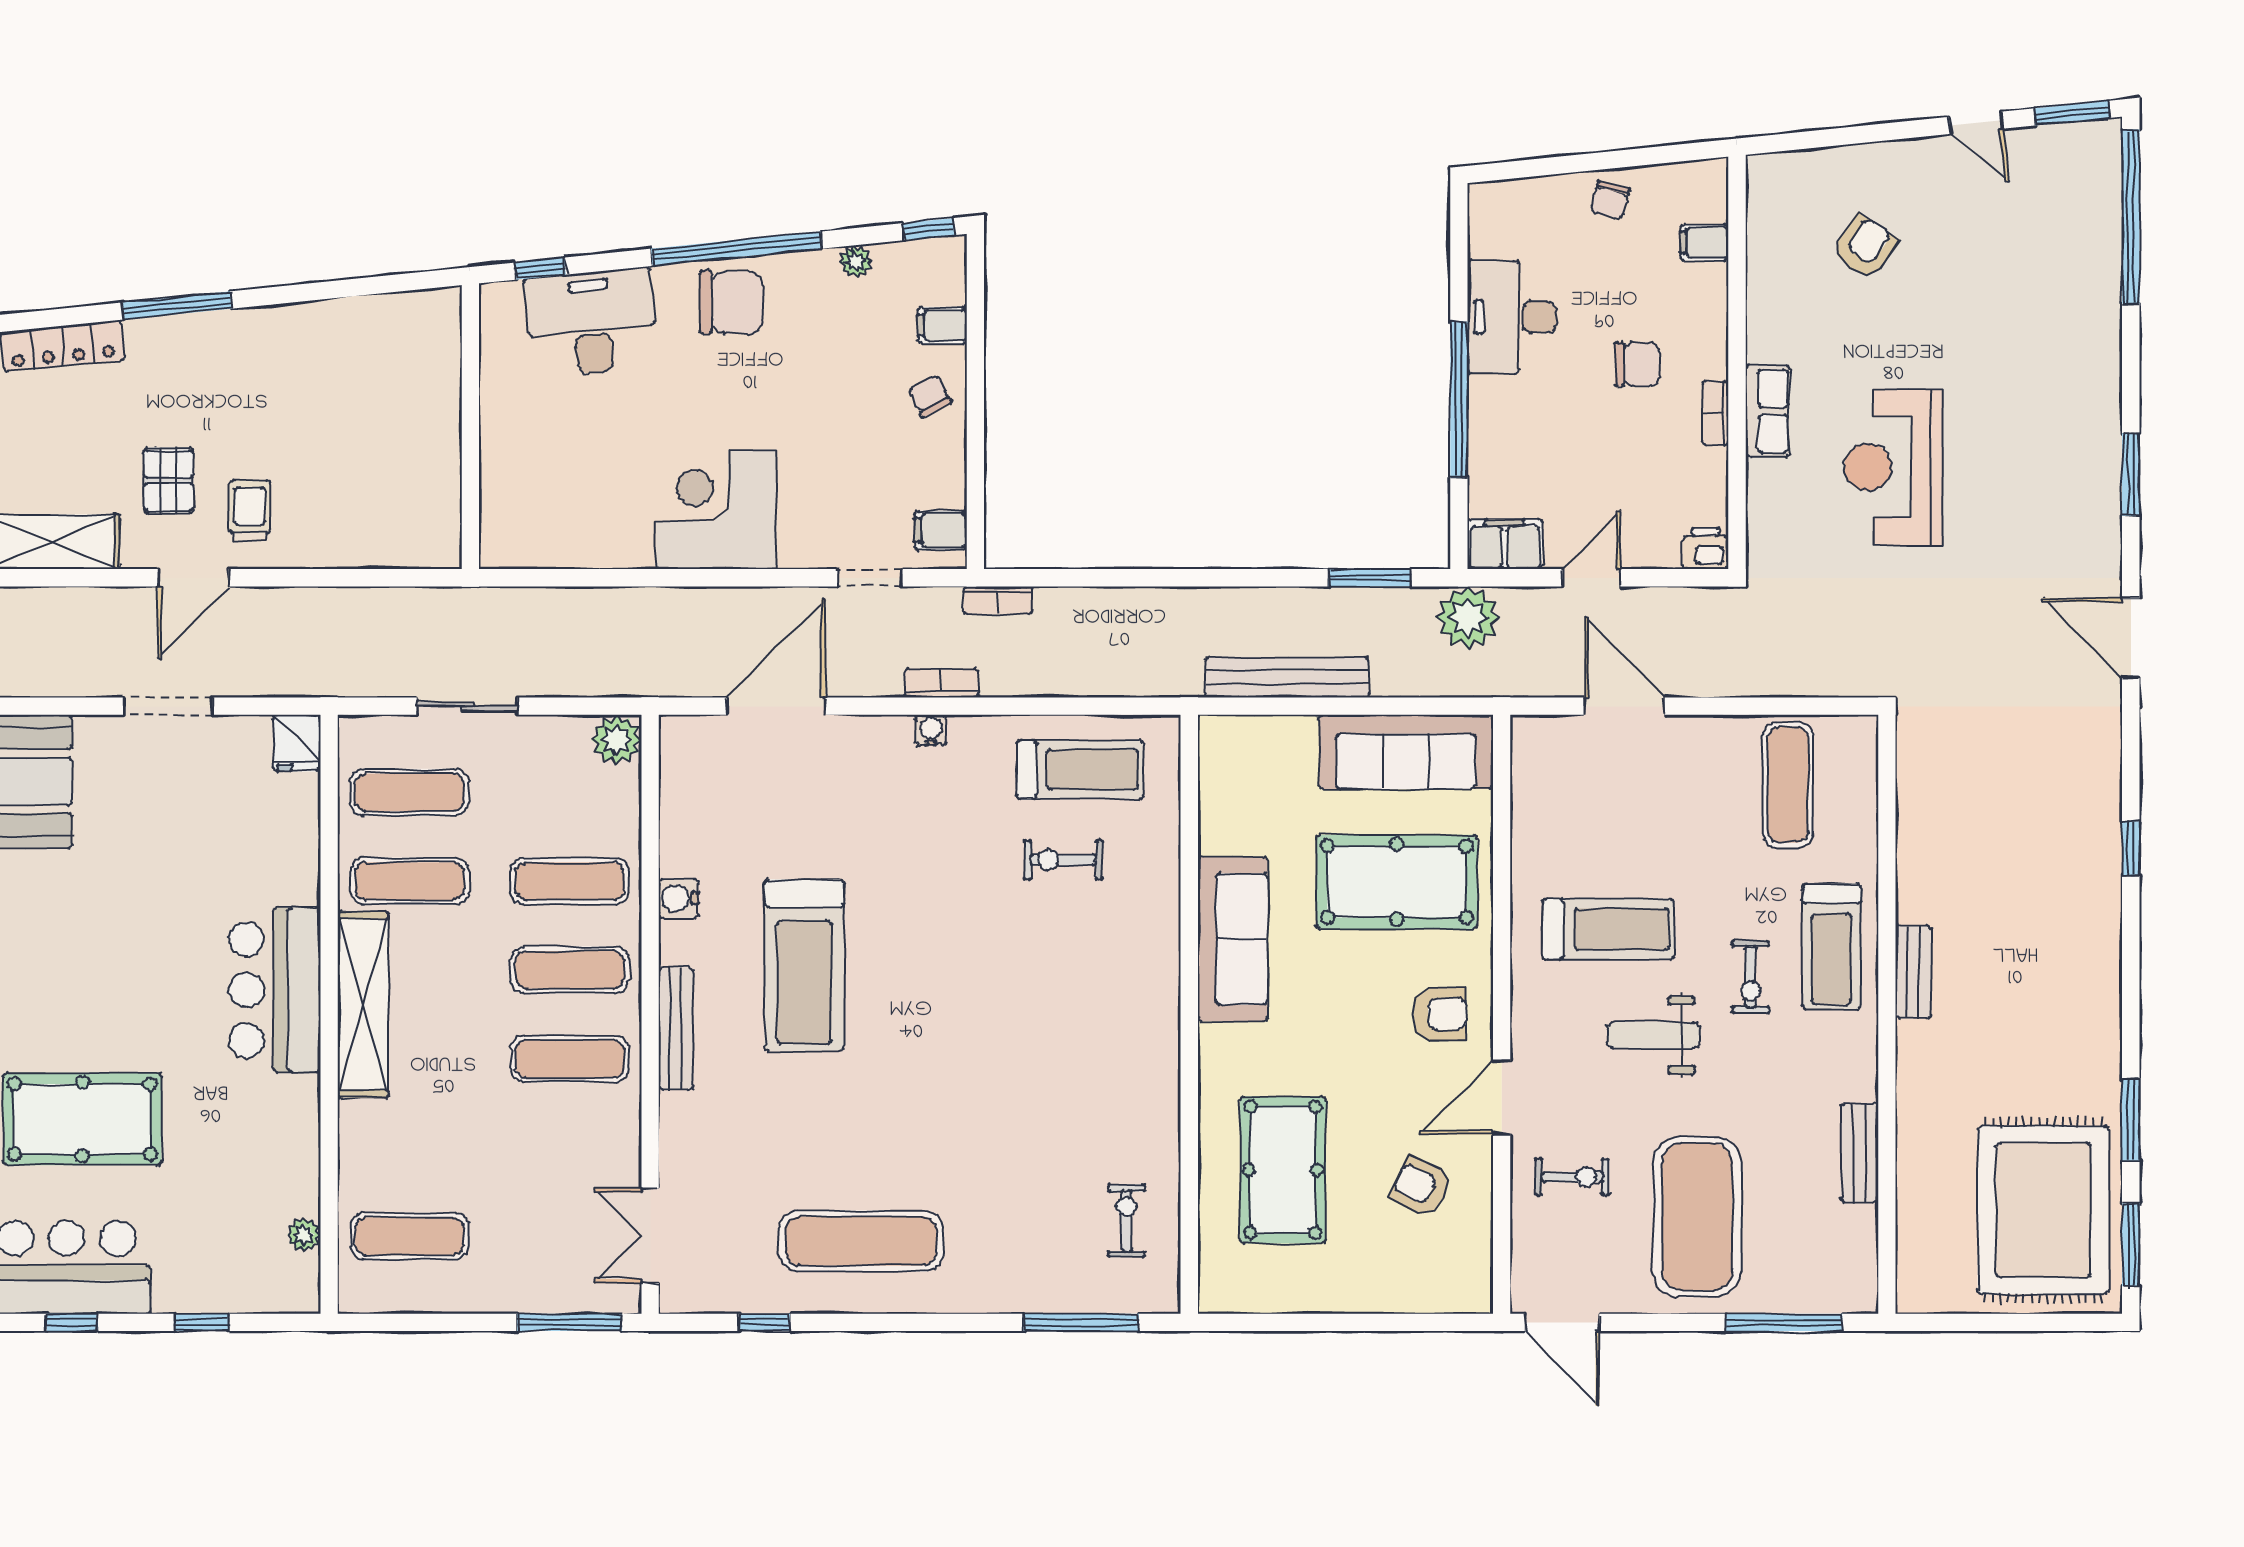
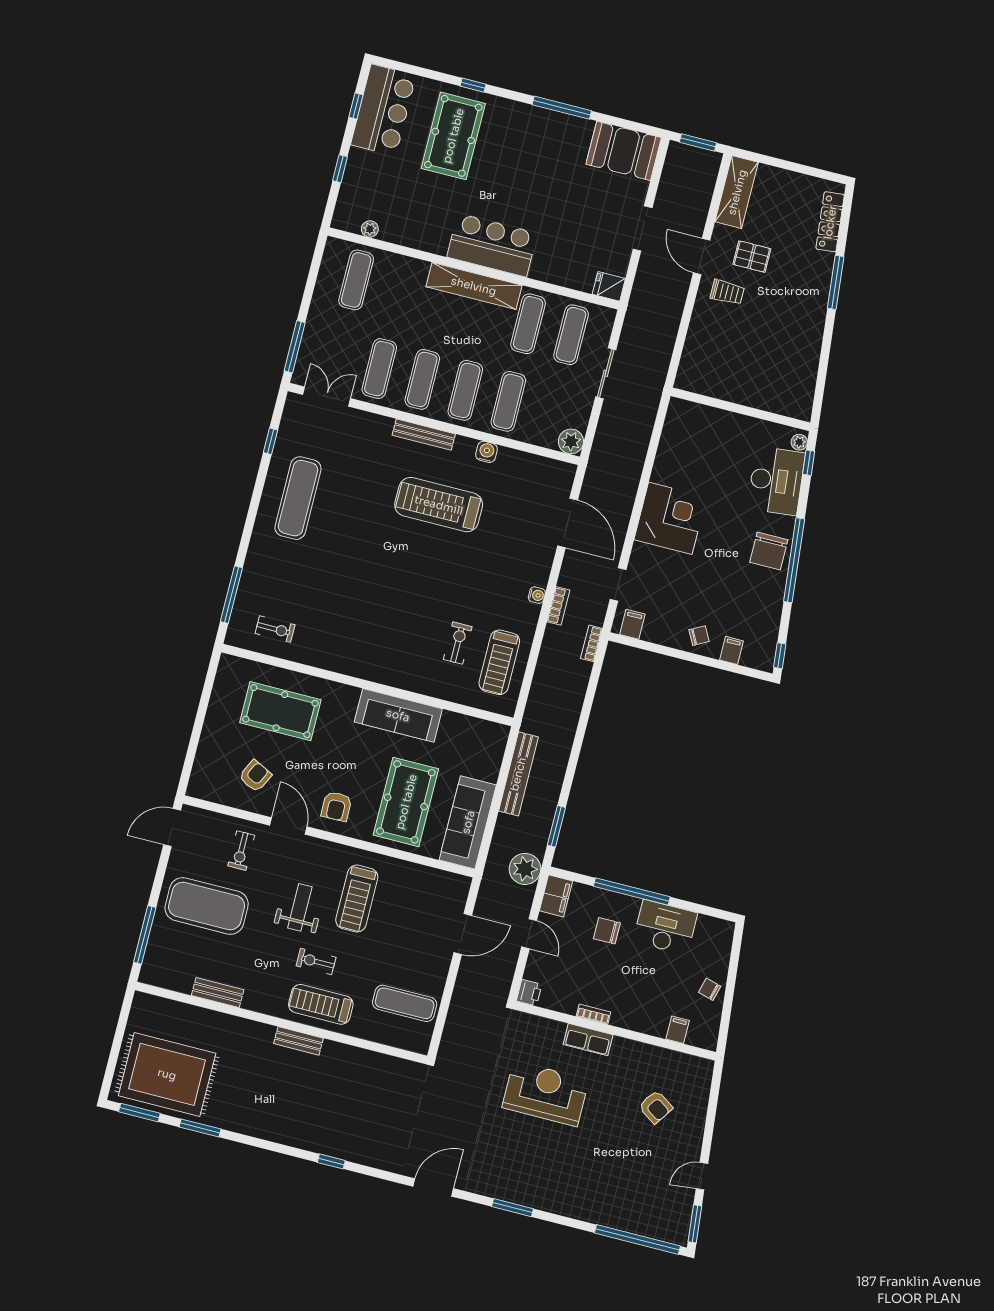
plant: (856, 261) -> (799, 442), moved
chair: (1637, 364) -> (607, 931), moved, turned 90
exercise mat: (570, 1147) -> (379, 369), added

